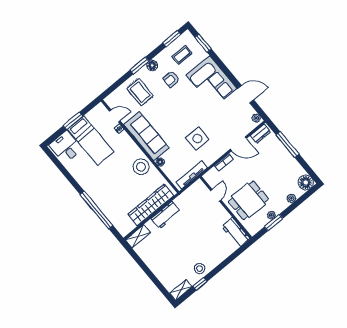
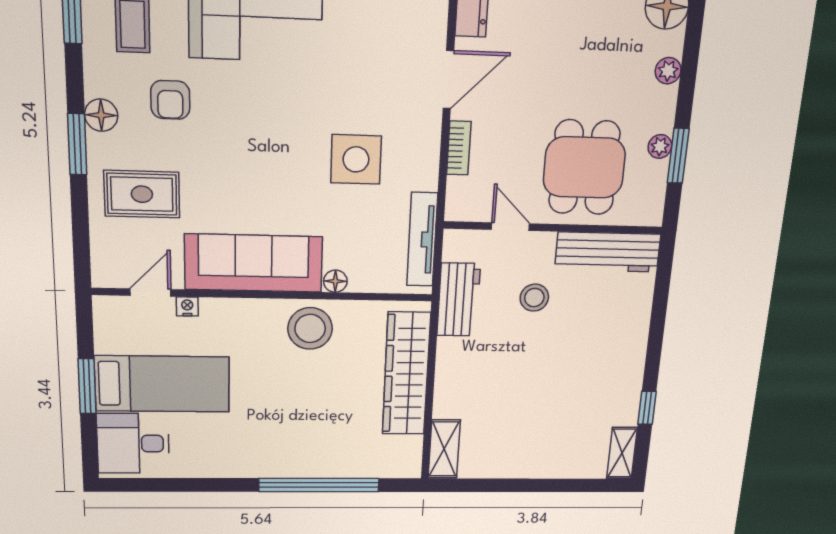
workbench: (166, 215) -> (459, 300), moved
workbench: (236, 233) -> (608, 252), width x1.38
stool: (200, 269) -> (534, 298), moved

